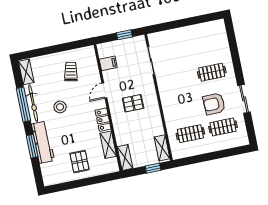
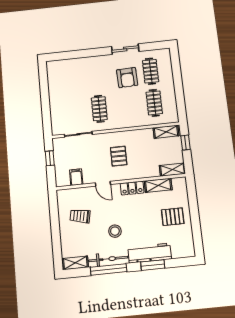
clothes rail: (212, 72) -> (99, 109), moved

